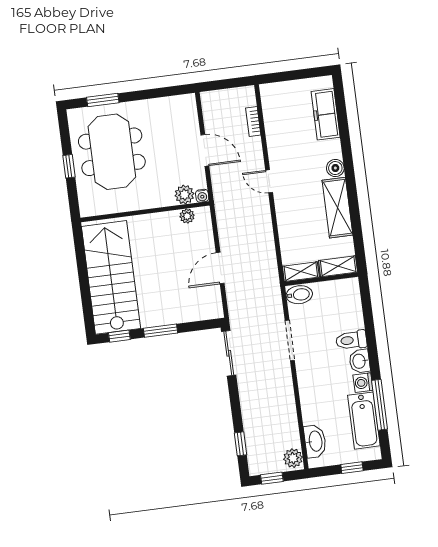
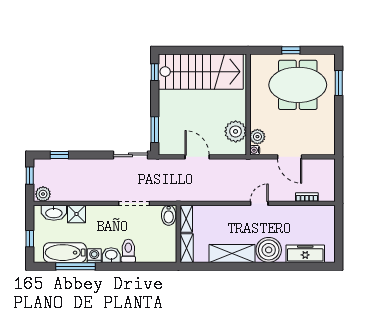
door: (205, 150) -> (290, 157), hinge flipped
boiler: (335, 168) -> (269, 250), width x1.86, depth x1.86
plant: (187, 216) -> (236, 131), width x1.88, depth x1.88
window: (161, 331) -> (155, 130), moved
shower: (313, 412) -> (76, 214), added

